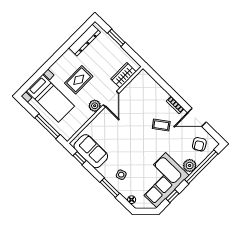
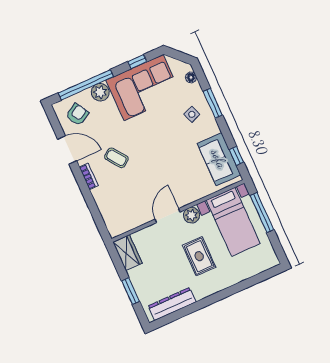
wardrobe: (123, 75) -> (127, 253), moved, turned -90
rug: (79, 80) -> (199, 256), turned 90
bed with nightstands: (50, 98) -> (233, 222), moved, turned 180

